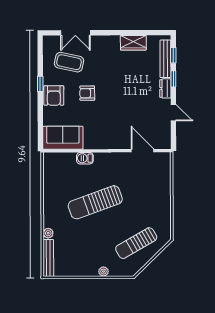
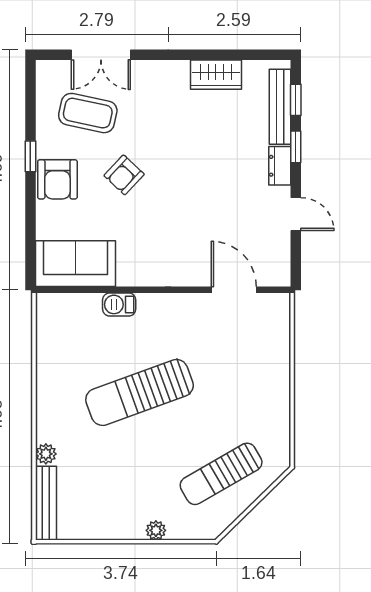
armchair: (87, 93) -> (124, 175), turned -47

